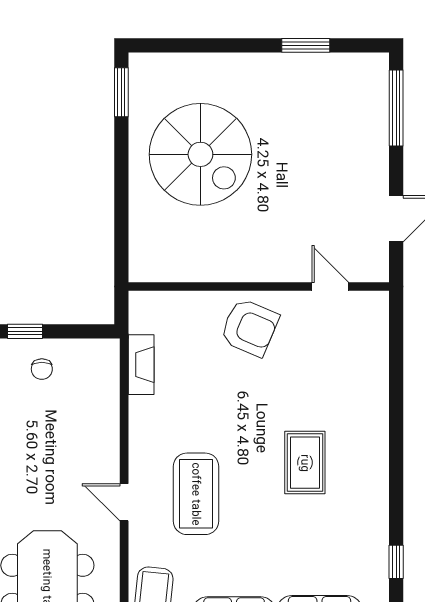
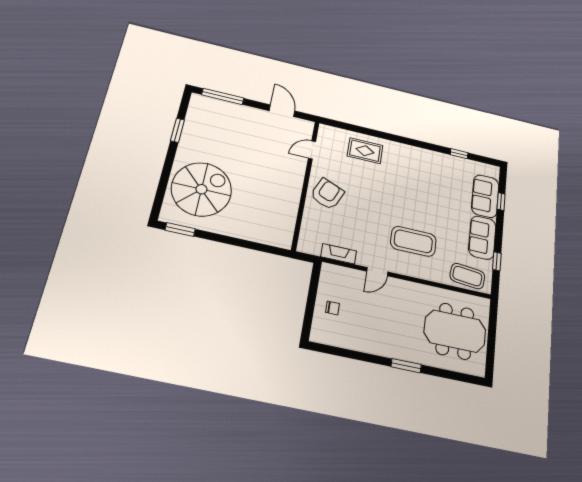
spiral stairs: (200, 154) -> (201, 189), moved
window: (25, 331) -> (309, 313), removed
rug: (305, 463) -> (365, 151), moved
door: (124, 502) -> (377, 272), moved

